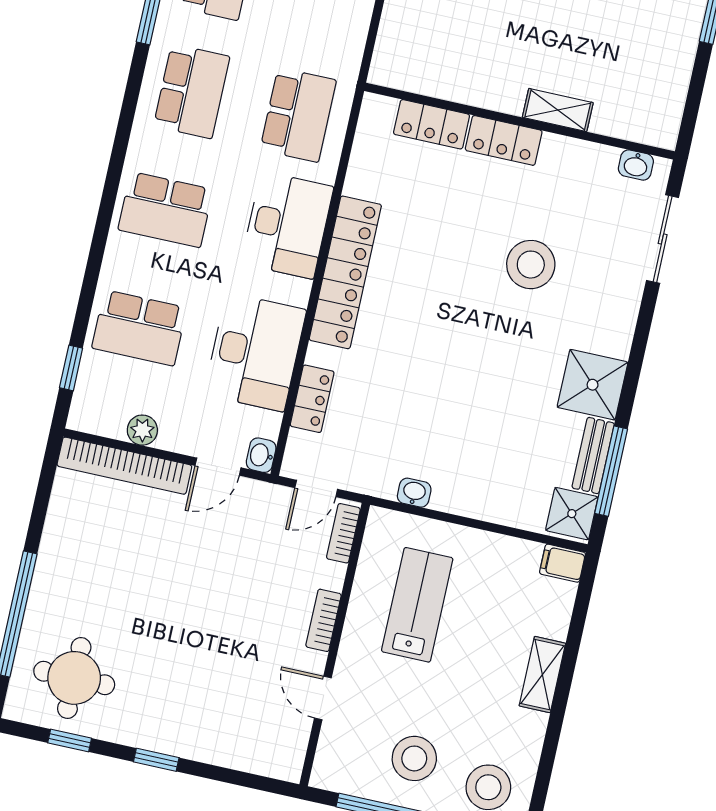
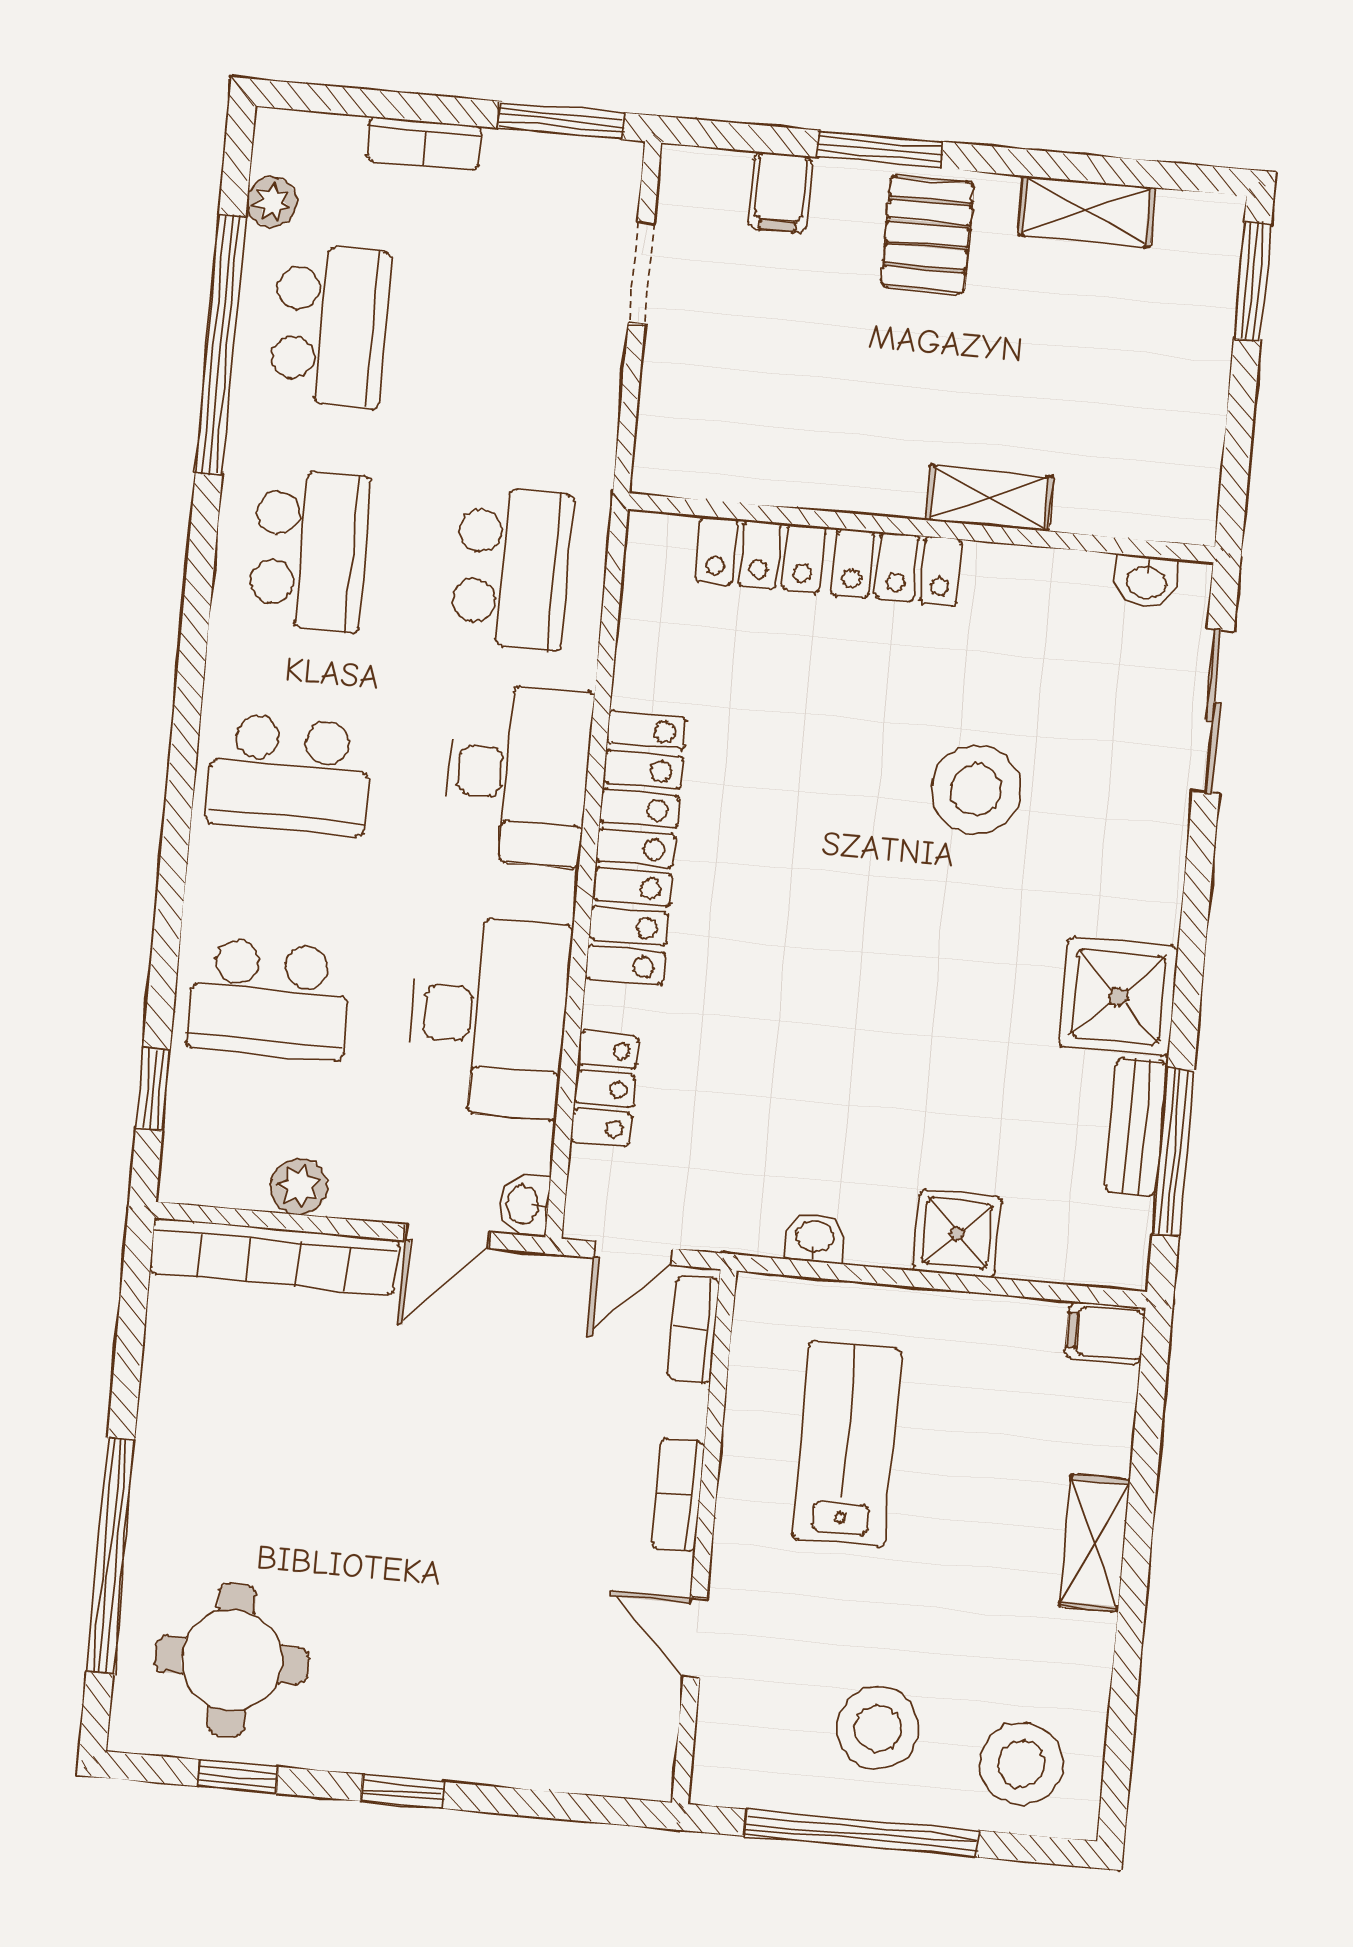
shower: (572, 514) -> (957, 1233), moved

